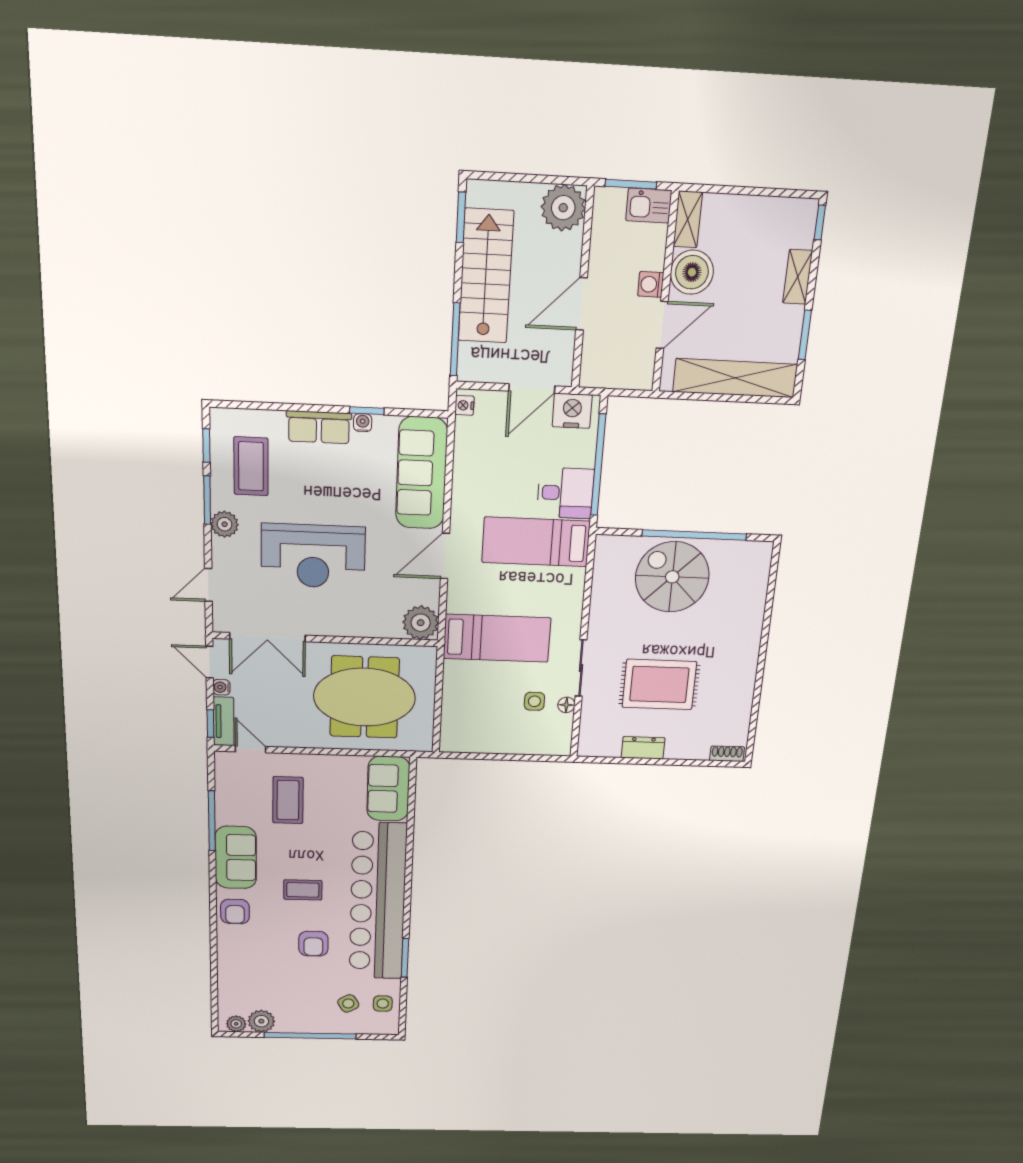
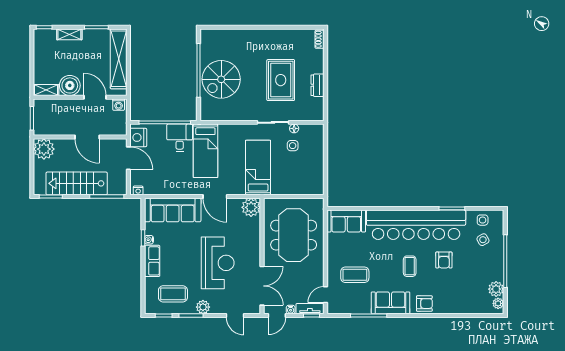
kitchen sink: (649, 206) -> (41, 109), removed
washing machine: (651, 284) -> (119, 105), moved
armchair: (313, 944) -> (444, 260), turned 90

